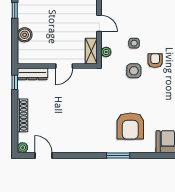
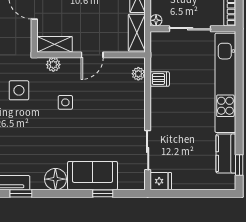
armchair: (155, 61) -> (42, 131), removed
side table: (134, 71) -> (19, 90), moved

